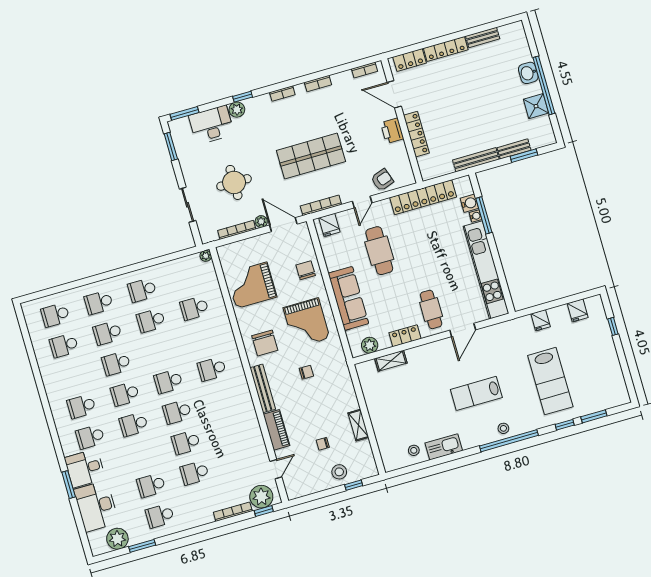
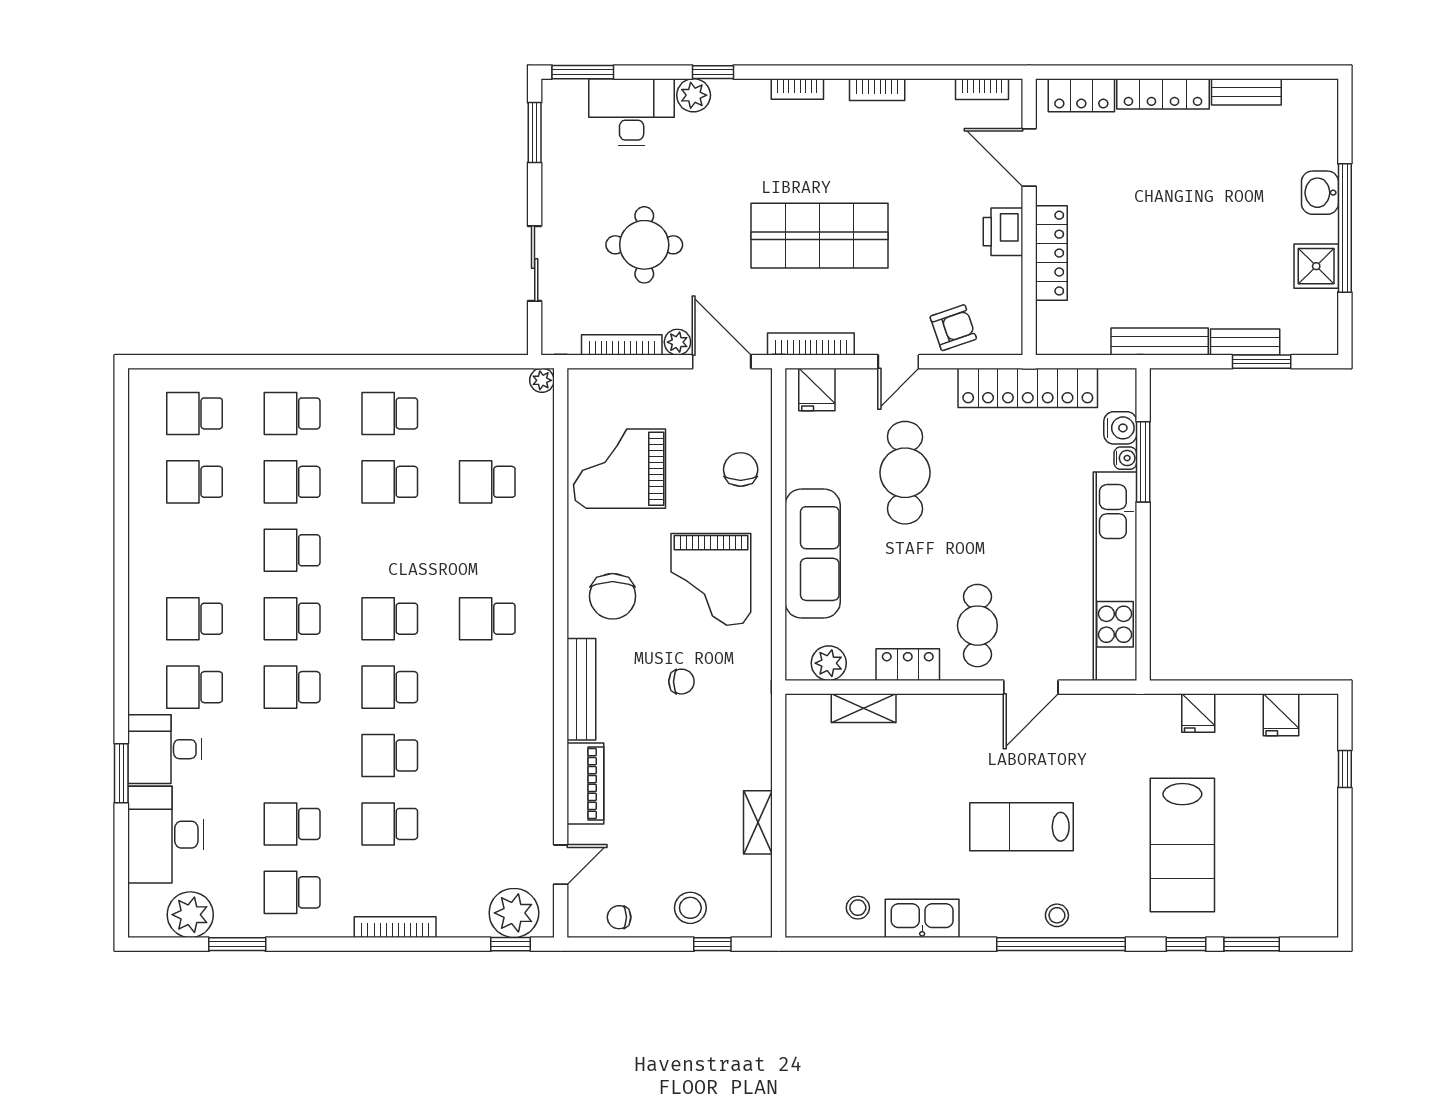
chair: (323, 444) -> (619, 917), moved
bookcase: (233, 512) -> (395, 927), moved

